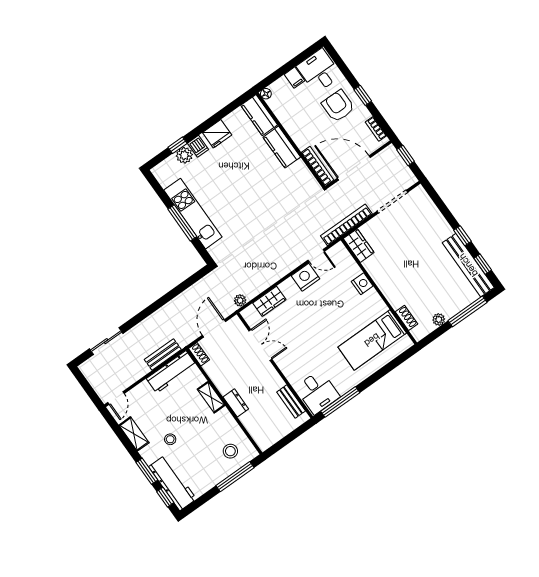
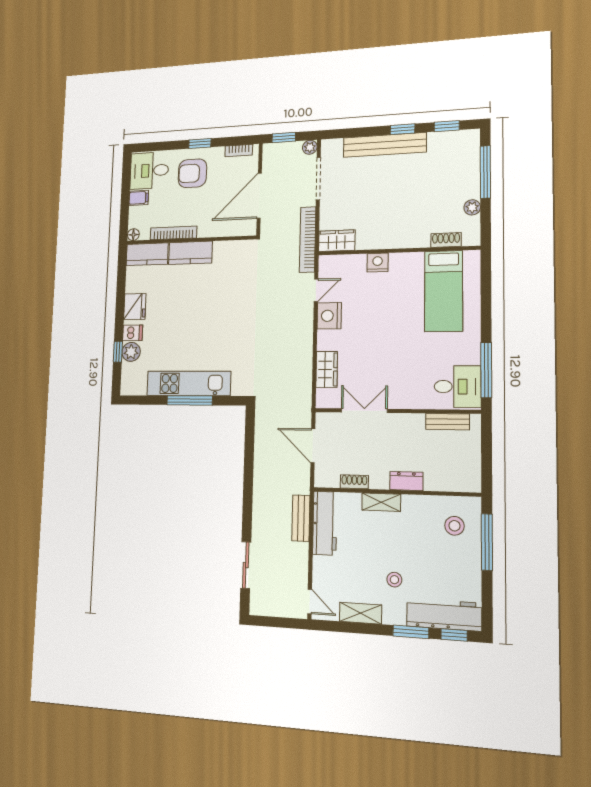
bookcase: (318, 166) -> (173, 233), moved
bench: (468, 265) -> (385, 145), moved
plant: (240, 300) -> (310, 147), moved
shoe rack: (199, 354) -> (354, 482), moved

